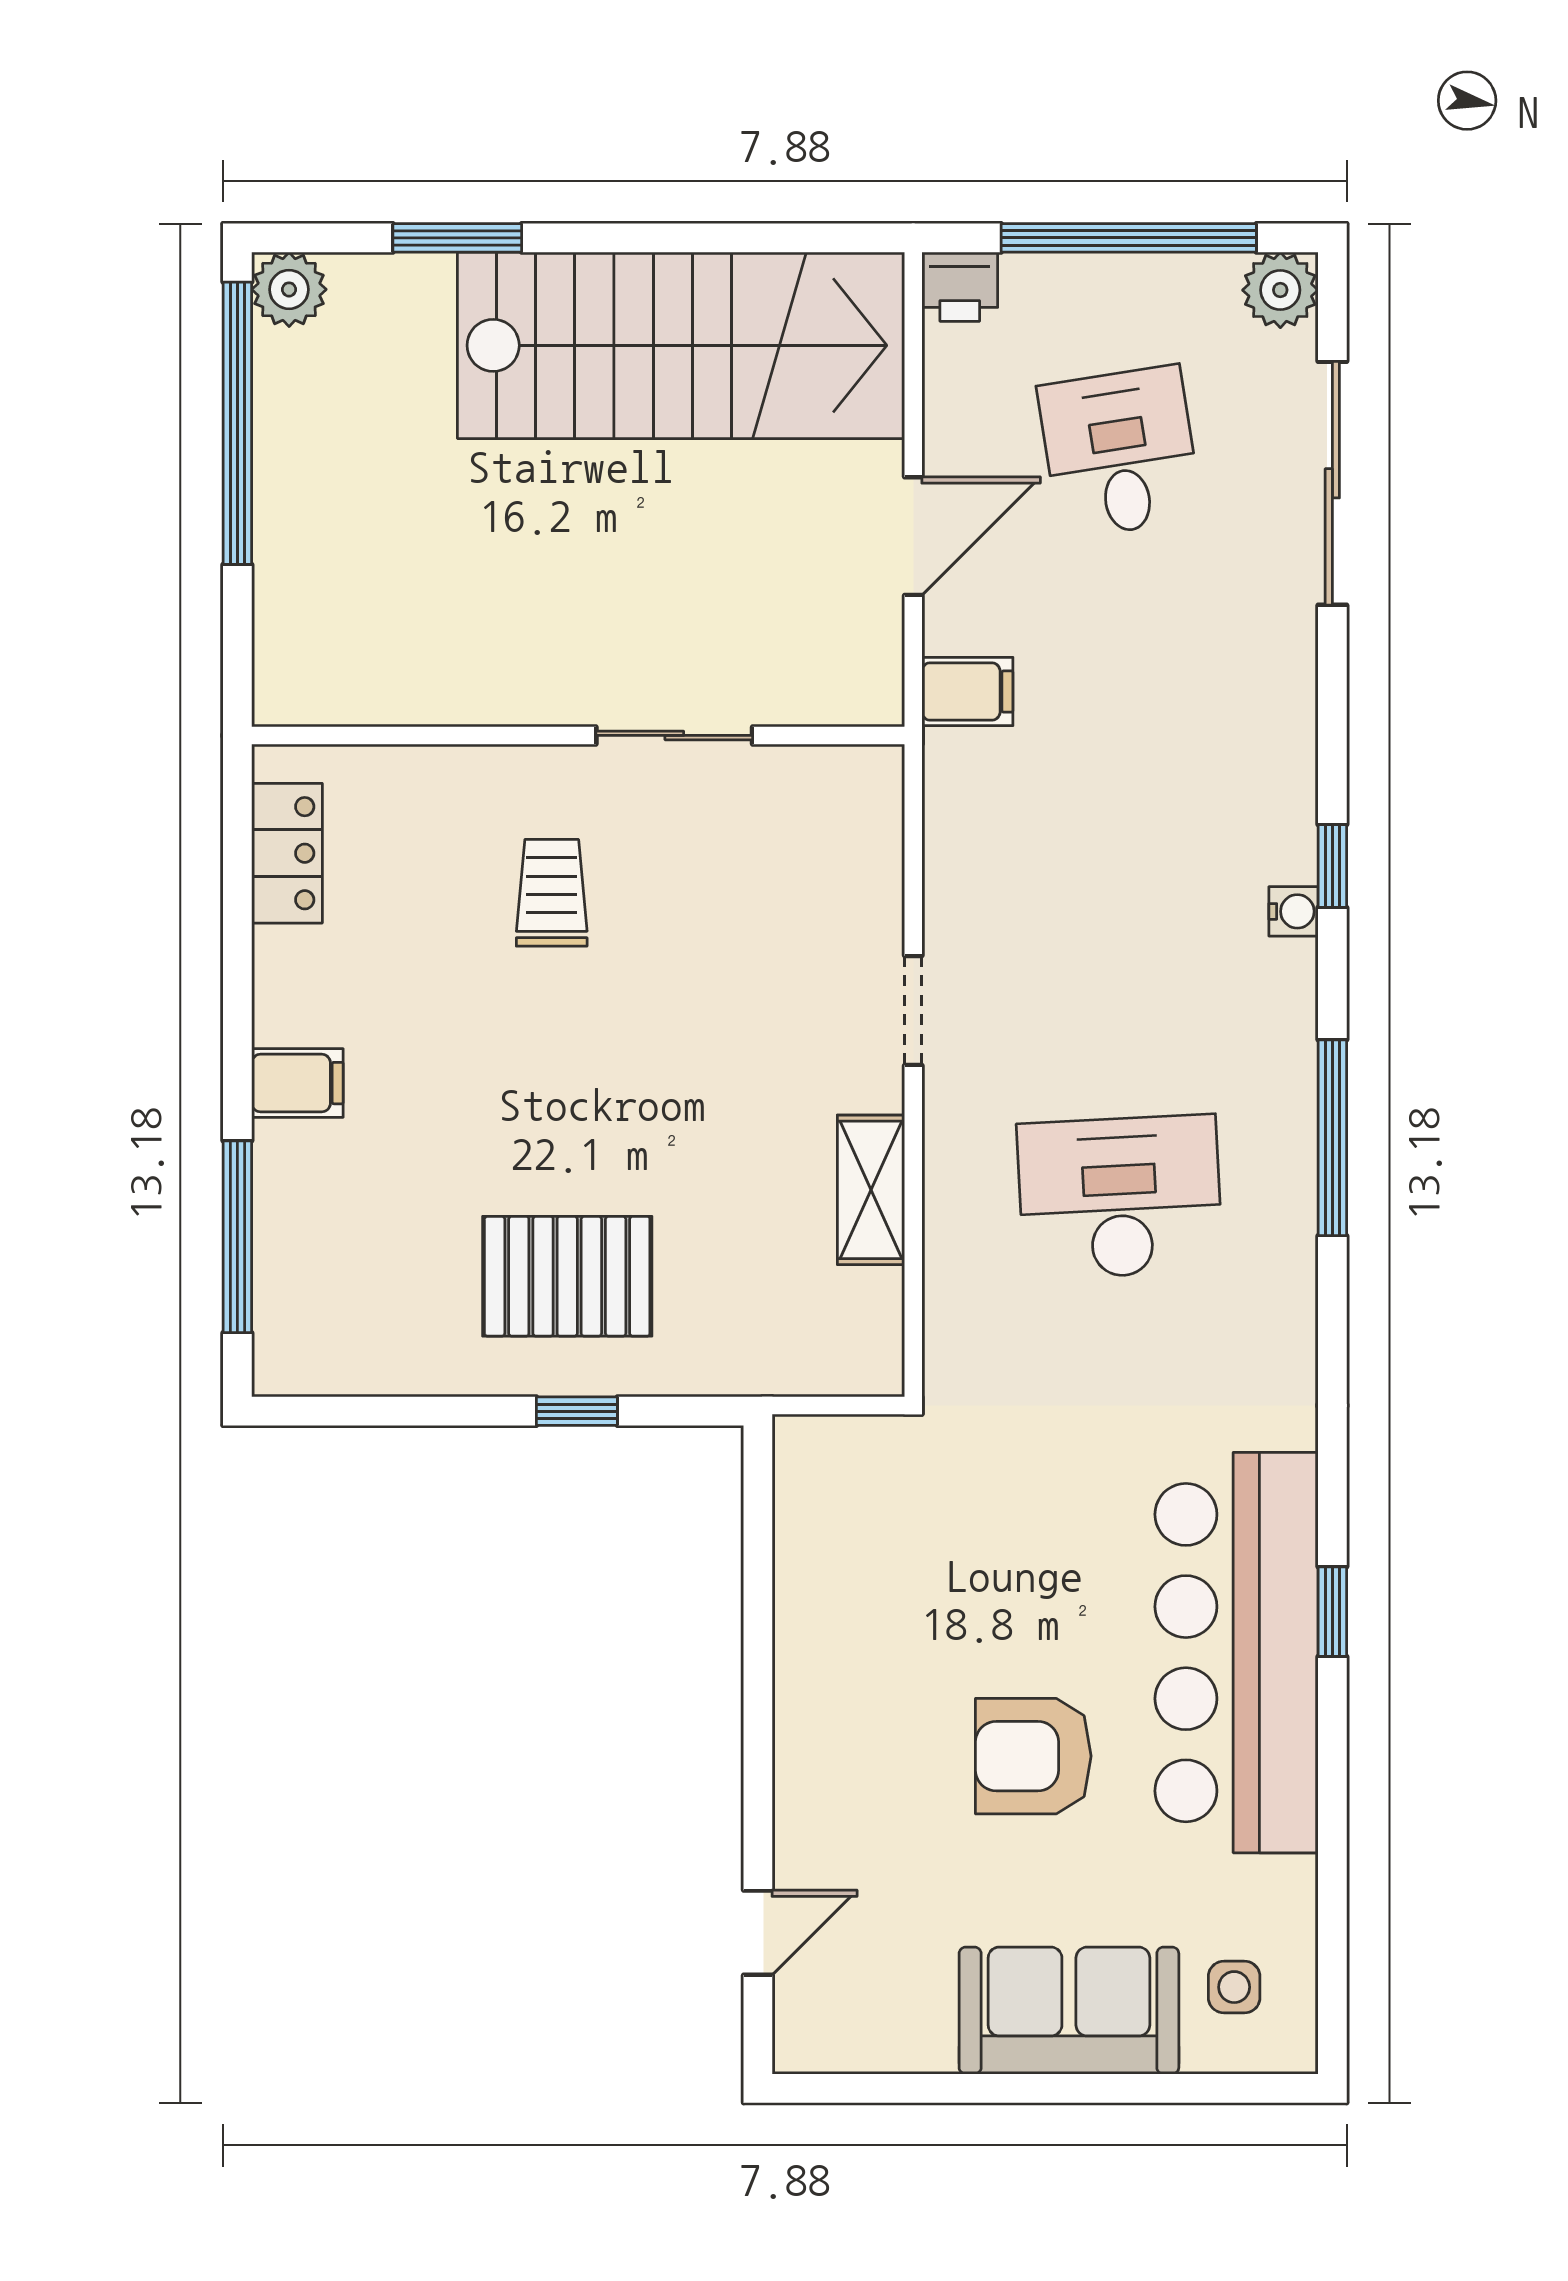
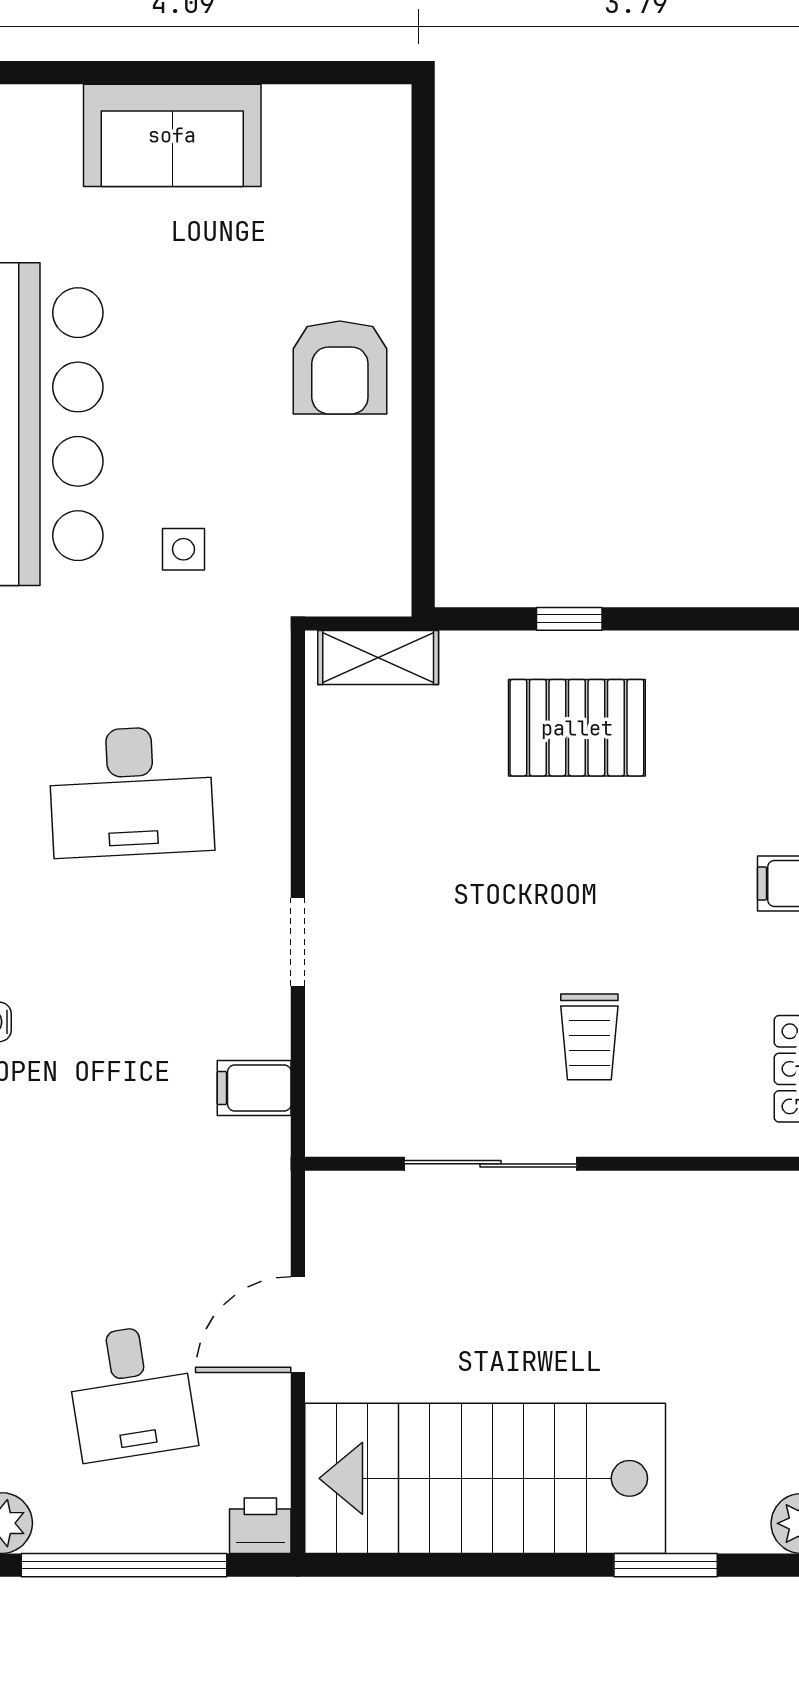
filing cabinet: (967, 692) -> (254, 1088), moved
sliding door: (674, 735) -> (491, 1164), width x1.37
shelving: (871, 1190) -> (378, 657), moved, turned 90
armchair: (1033, 1756) -> (340, 367), moved, turned 90
door: (758, 1933) -> (423, 198), removed
side table: (1234, 1987) -> (183, 549), moved

